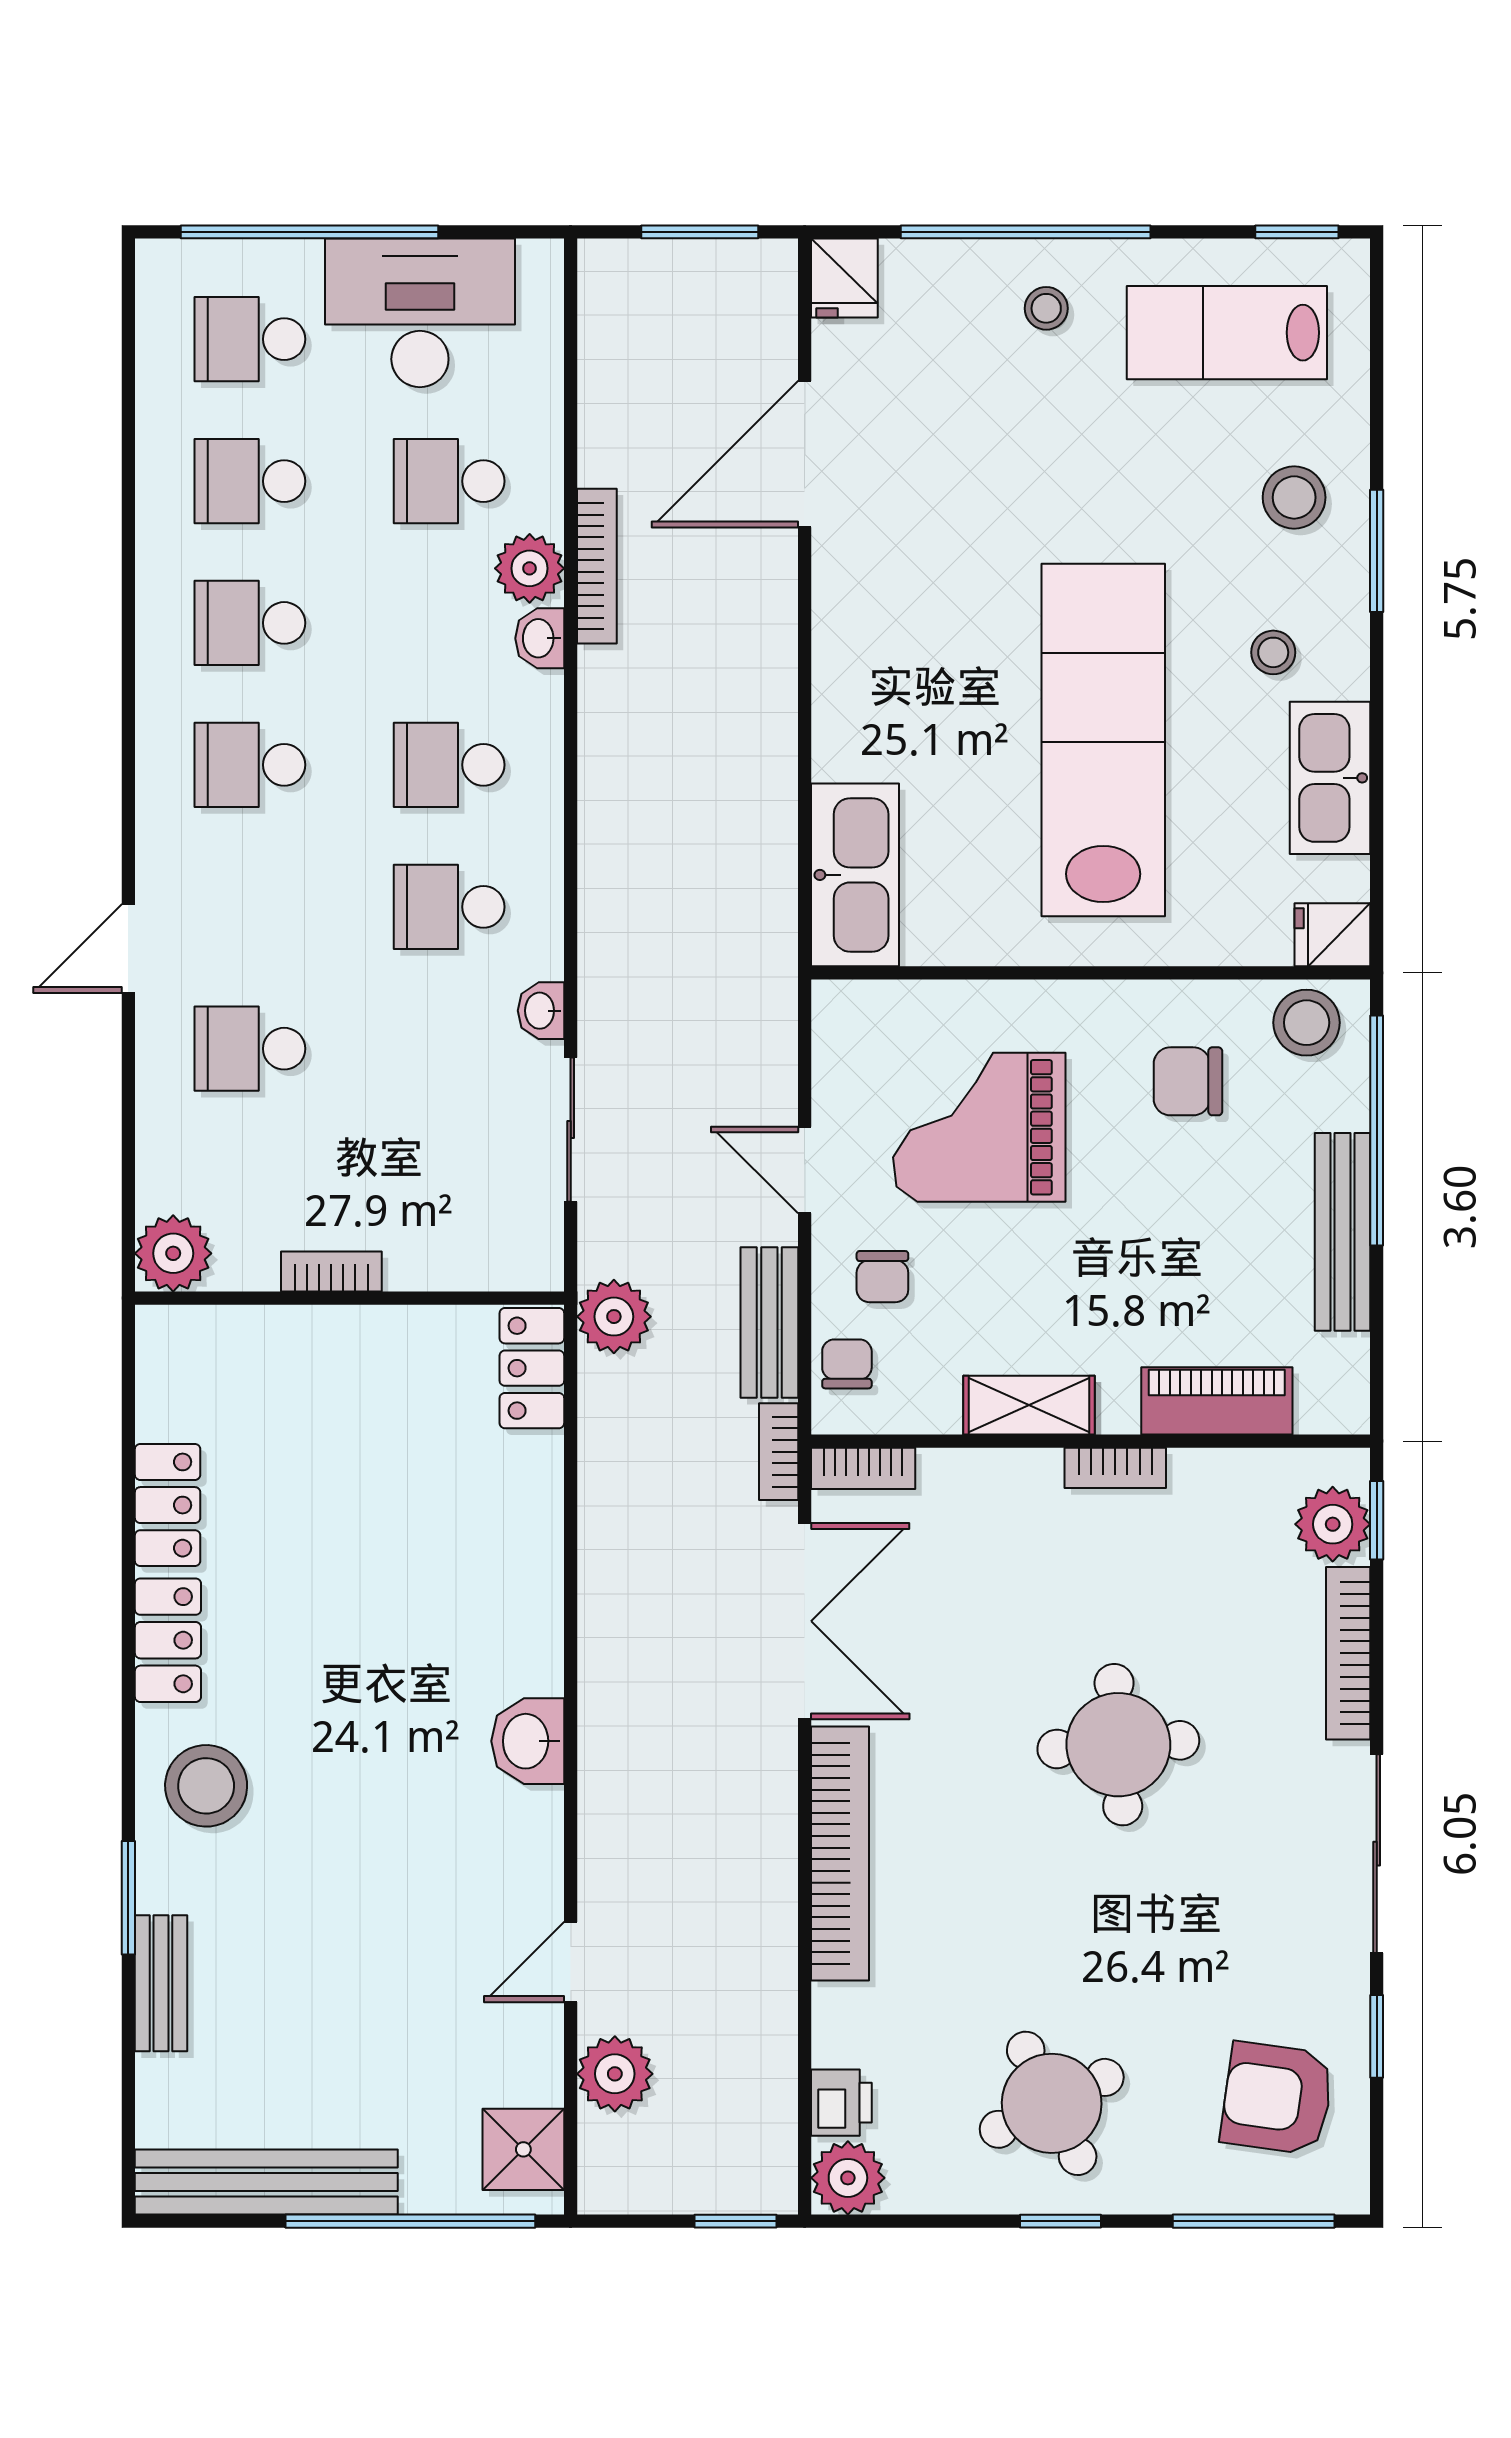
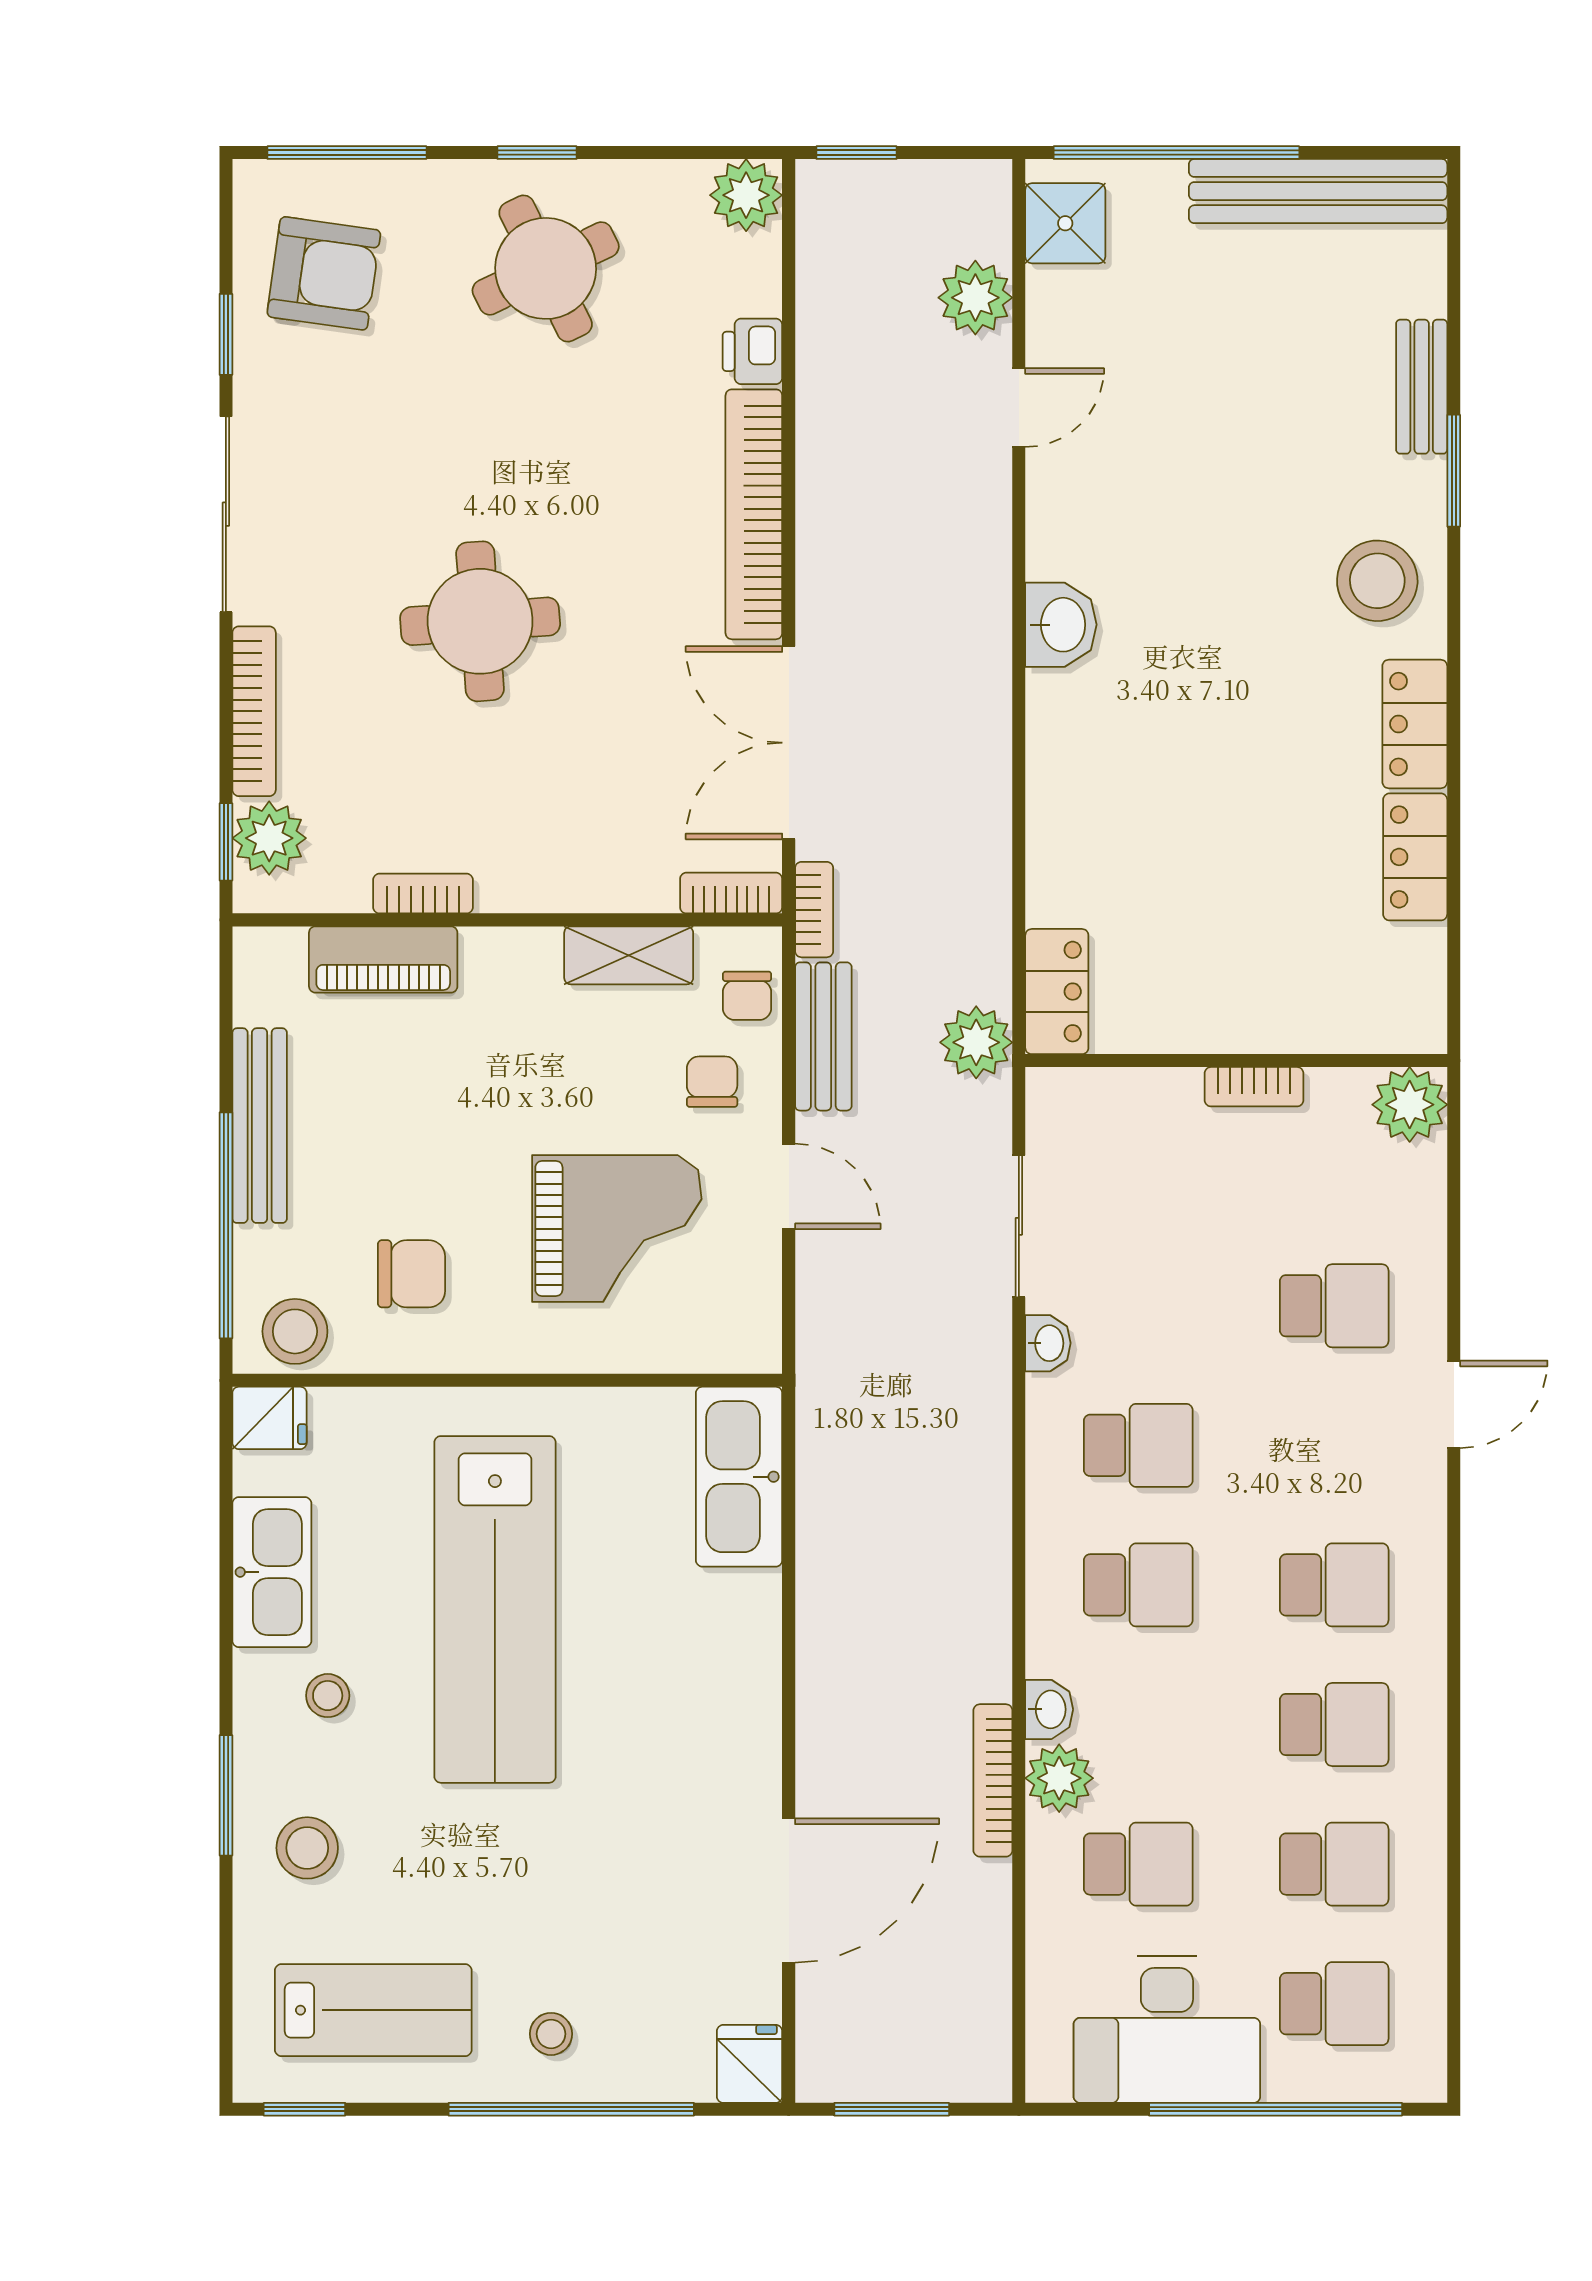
shelving: (1029, 1405) -> (629, 955), moved
bookcase: (1115, 1468) -> (423, 894), moved
printer: (841, 2103) -> (752, 351), moved

